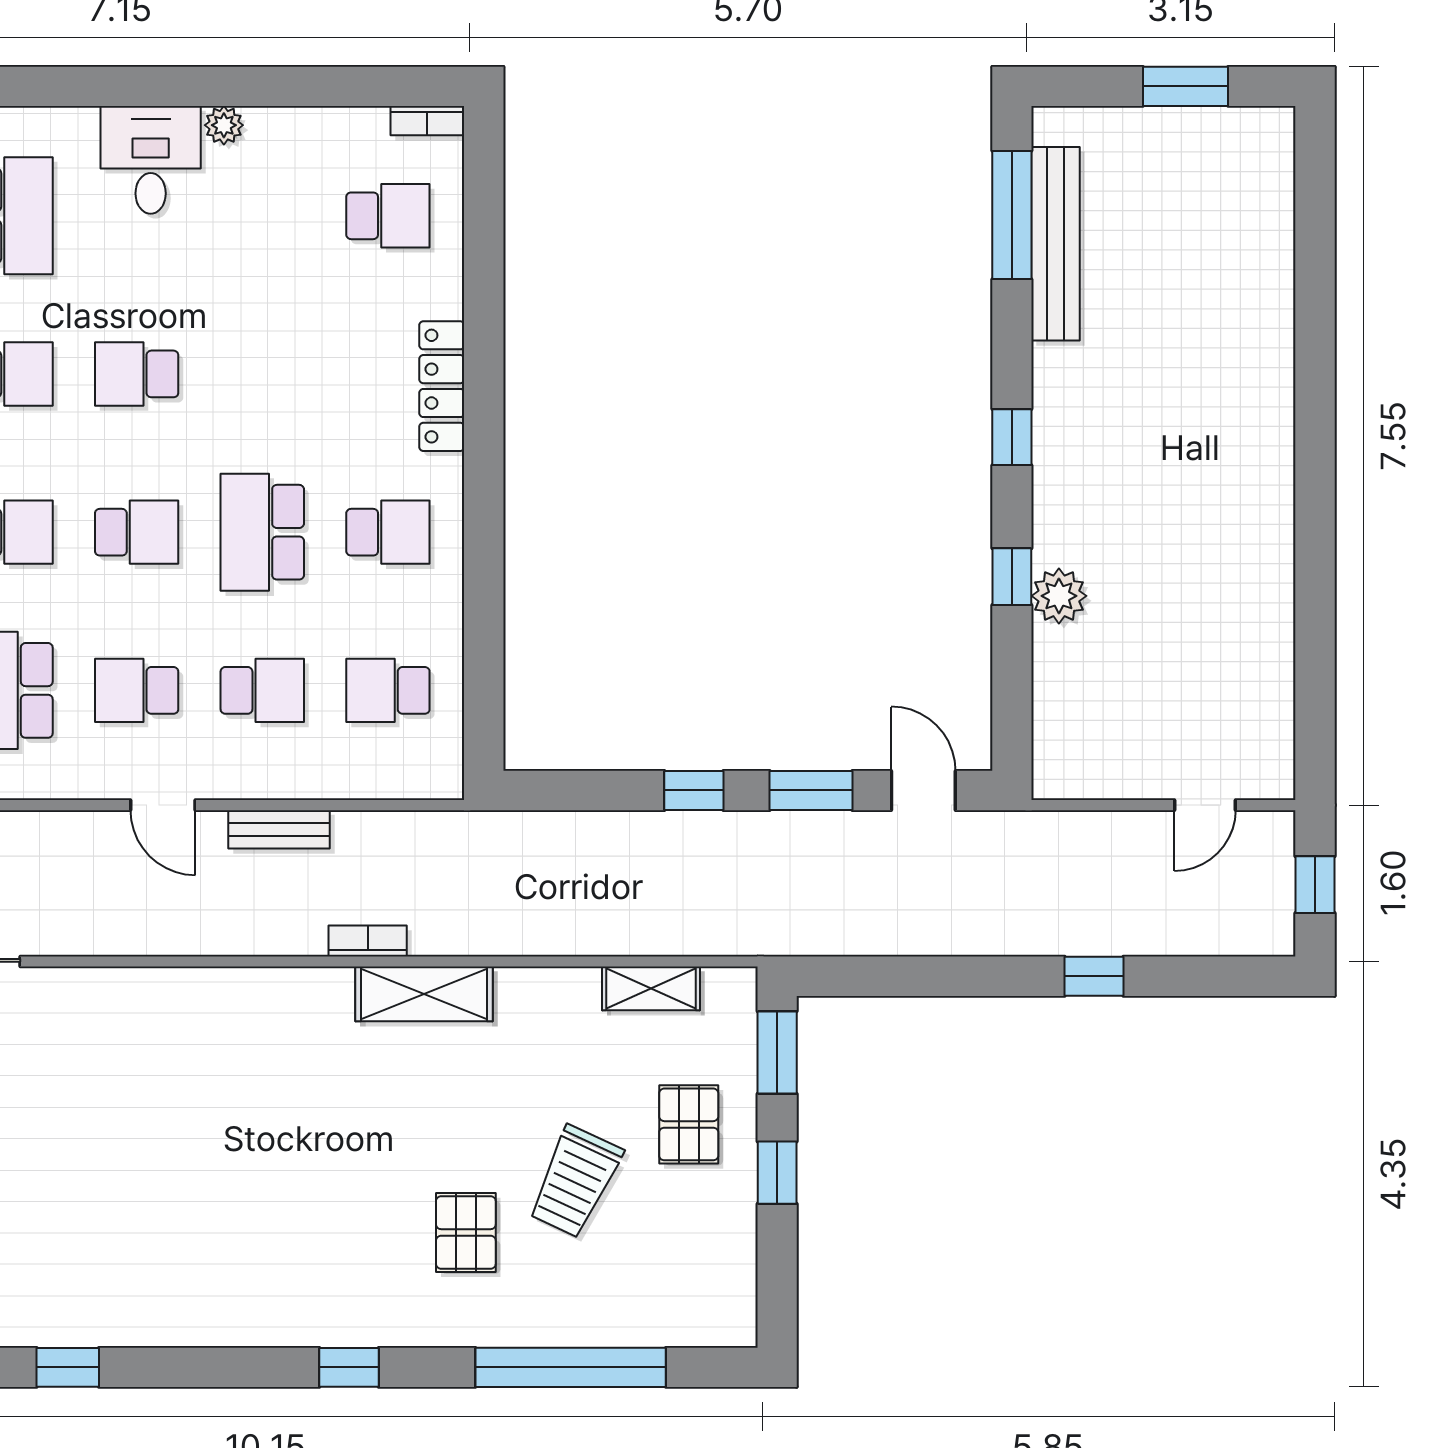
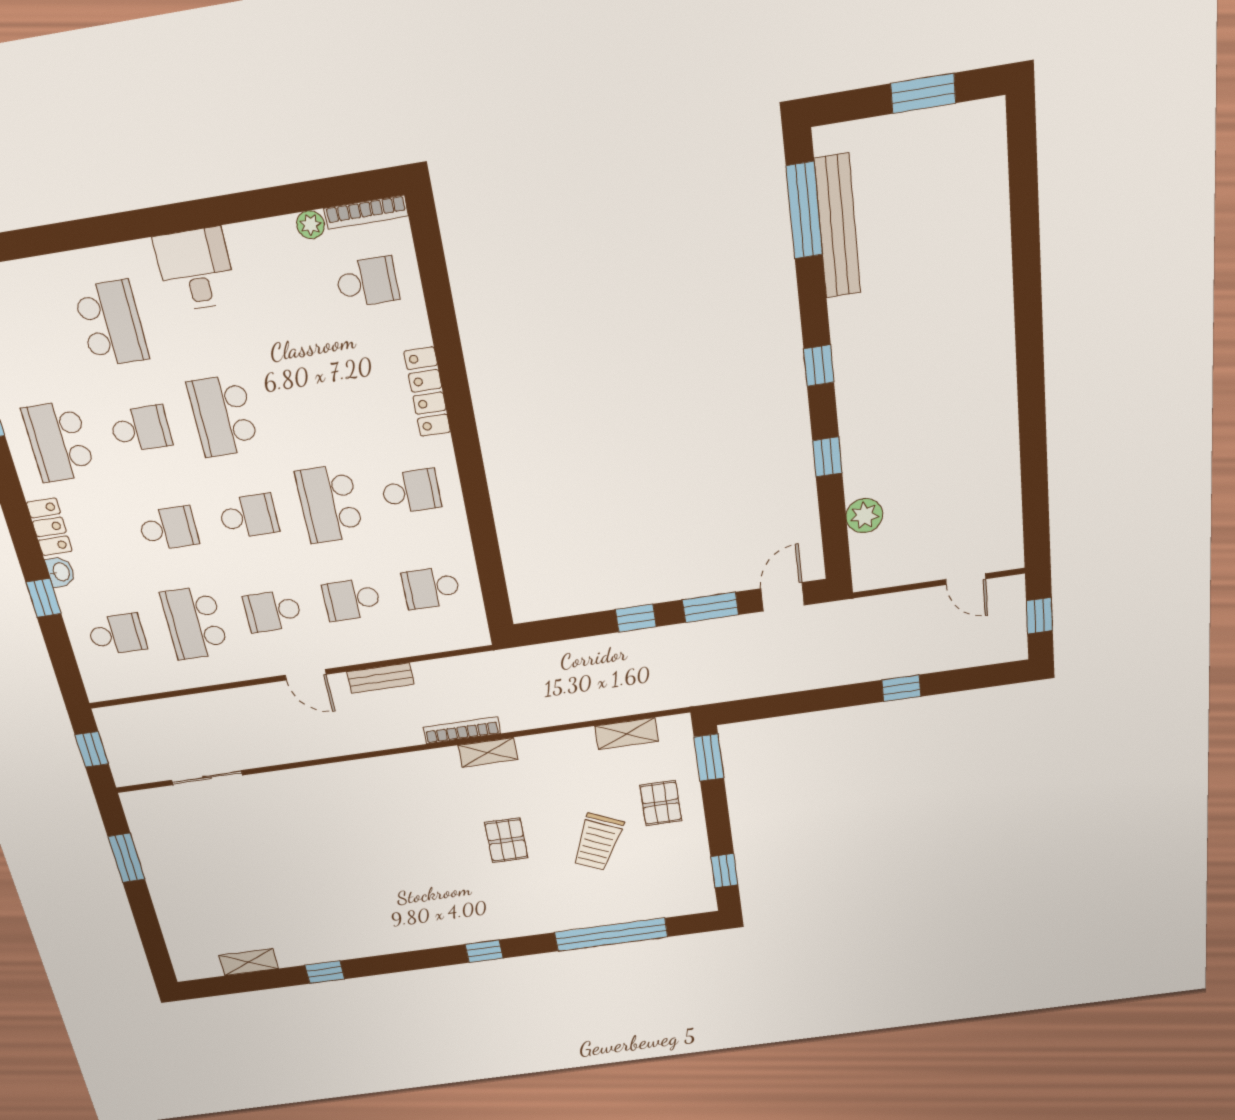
bookcase: (427, 121) -> (366, 212), width x1.56
plant: (224, 125) -> (310, 225), moved
school desk: (137, 374) -> (223, 416), width x1.85
plant: (1059, 596) -> (864, 516), moved
school desk: (262, 690) -> (352, 600), turned 180
door: (923, 790) -> (783, 597), hinge flipped
door: (1205, 805) -> (966, 579), hinge flipped
bookcase: (368, 941) -> (462, 730), width x1.56
shelving: (424, 994) -> (488, 752), width x0.67, depth x0.75
window: (777, 1173) -> (724, 871), moved
pallet: (466, 1232) -> (506, 840), moved

